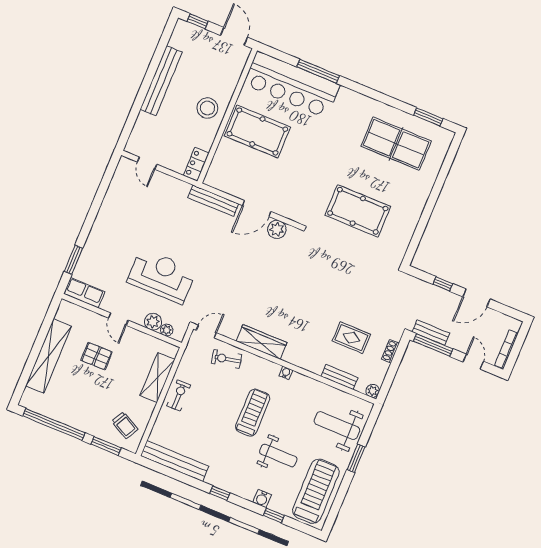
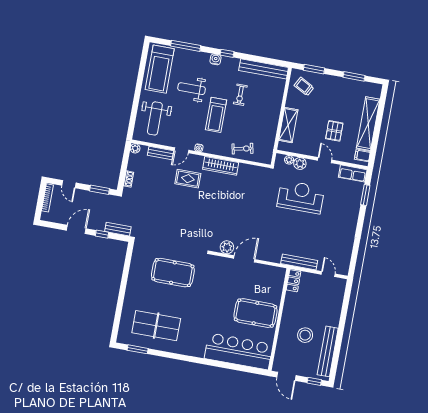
window: (318, 71) -> (222, 365), removed
bench: (161, 81) -> (328, 351), moved
stool: (207, 108) -> (305, 335), moved
bench: (213, 201) -> (299, 262), moved
reception desk: (162, 276) -> (301, 197), turned 180
filing cabinet: (66, 314) -> (362, 155), added
door: (206, 332) -> (181, 150), moved
bench: (431, 333) -> (118, 229), moved
rug: (351, 338) -> (188, 179), moved
window: (433, 345) -> (100, 190), width x0.69
pallet: (97, 356) -> (334, 131), turned 90
exercise bike: (179, 396) -> (240, 95), moved
window: (54, 424) -> (354, 76), width x0.47
weight bench: (337, 426) -> (155, 118), turned 90
window: (356, 458) -> (136, 98), removed
water cooler: (262, 499) -> (216, 59), moved
window: (274, 515) -> (186, 46), width x2.17

